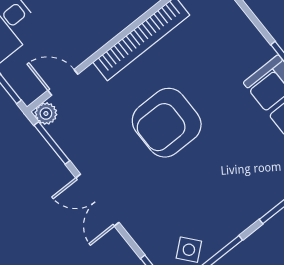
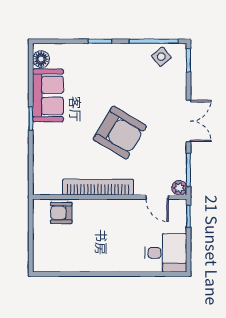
armchair: (167, 123) -> (120, 133), turned 31

